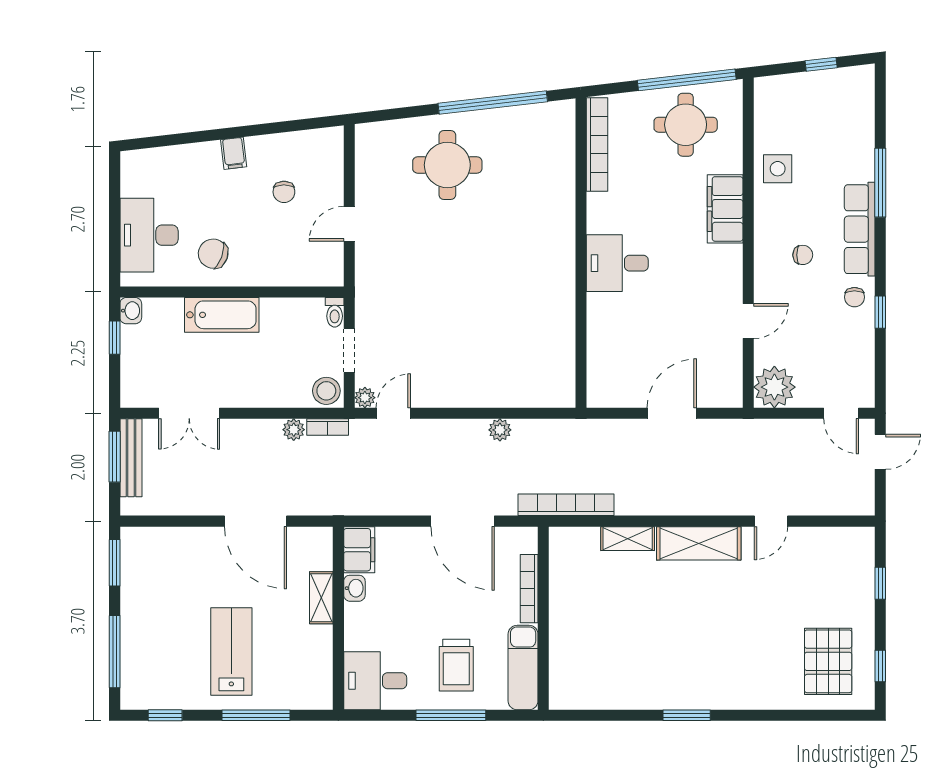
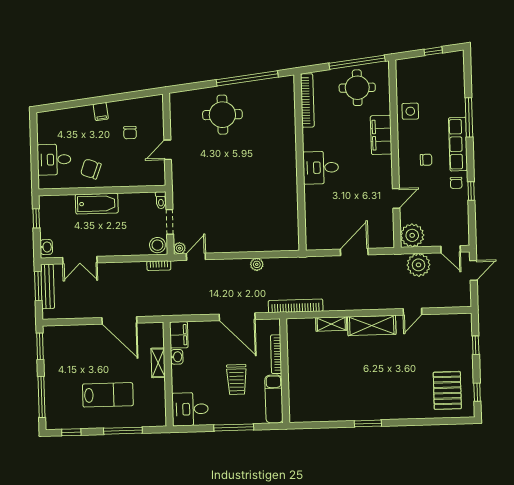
desk: (149, 235) -> (54, 160), width x0.73
washbasin: (131, 311) -> (46, 247), moved
plant: (294, 430) -> (419, 265), moved, width x1.88, depth x1.88
lab bench: (231, 651) -> (108, 395), turned 90
trolley: (456, 665) -> (237, 379), moved

